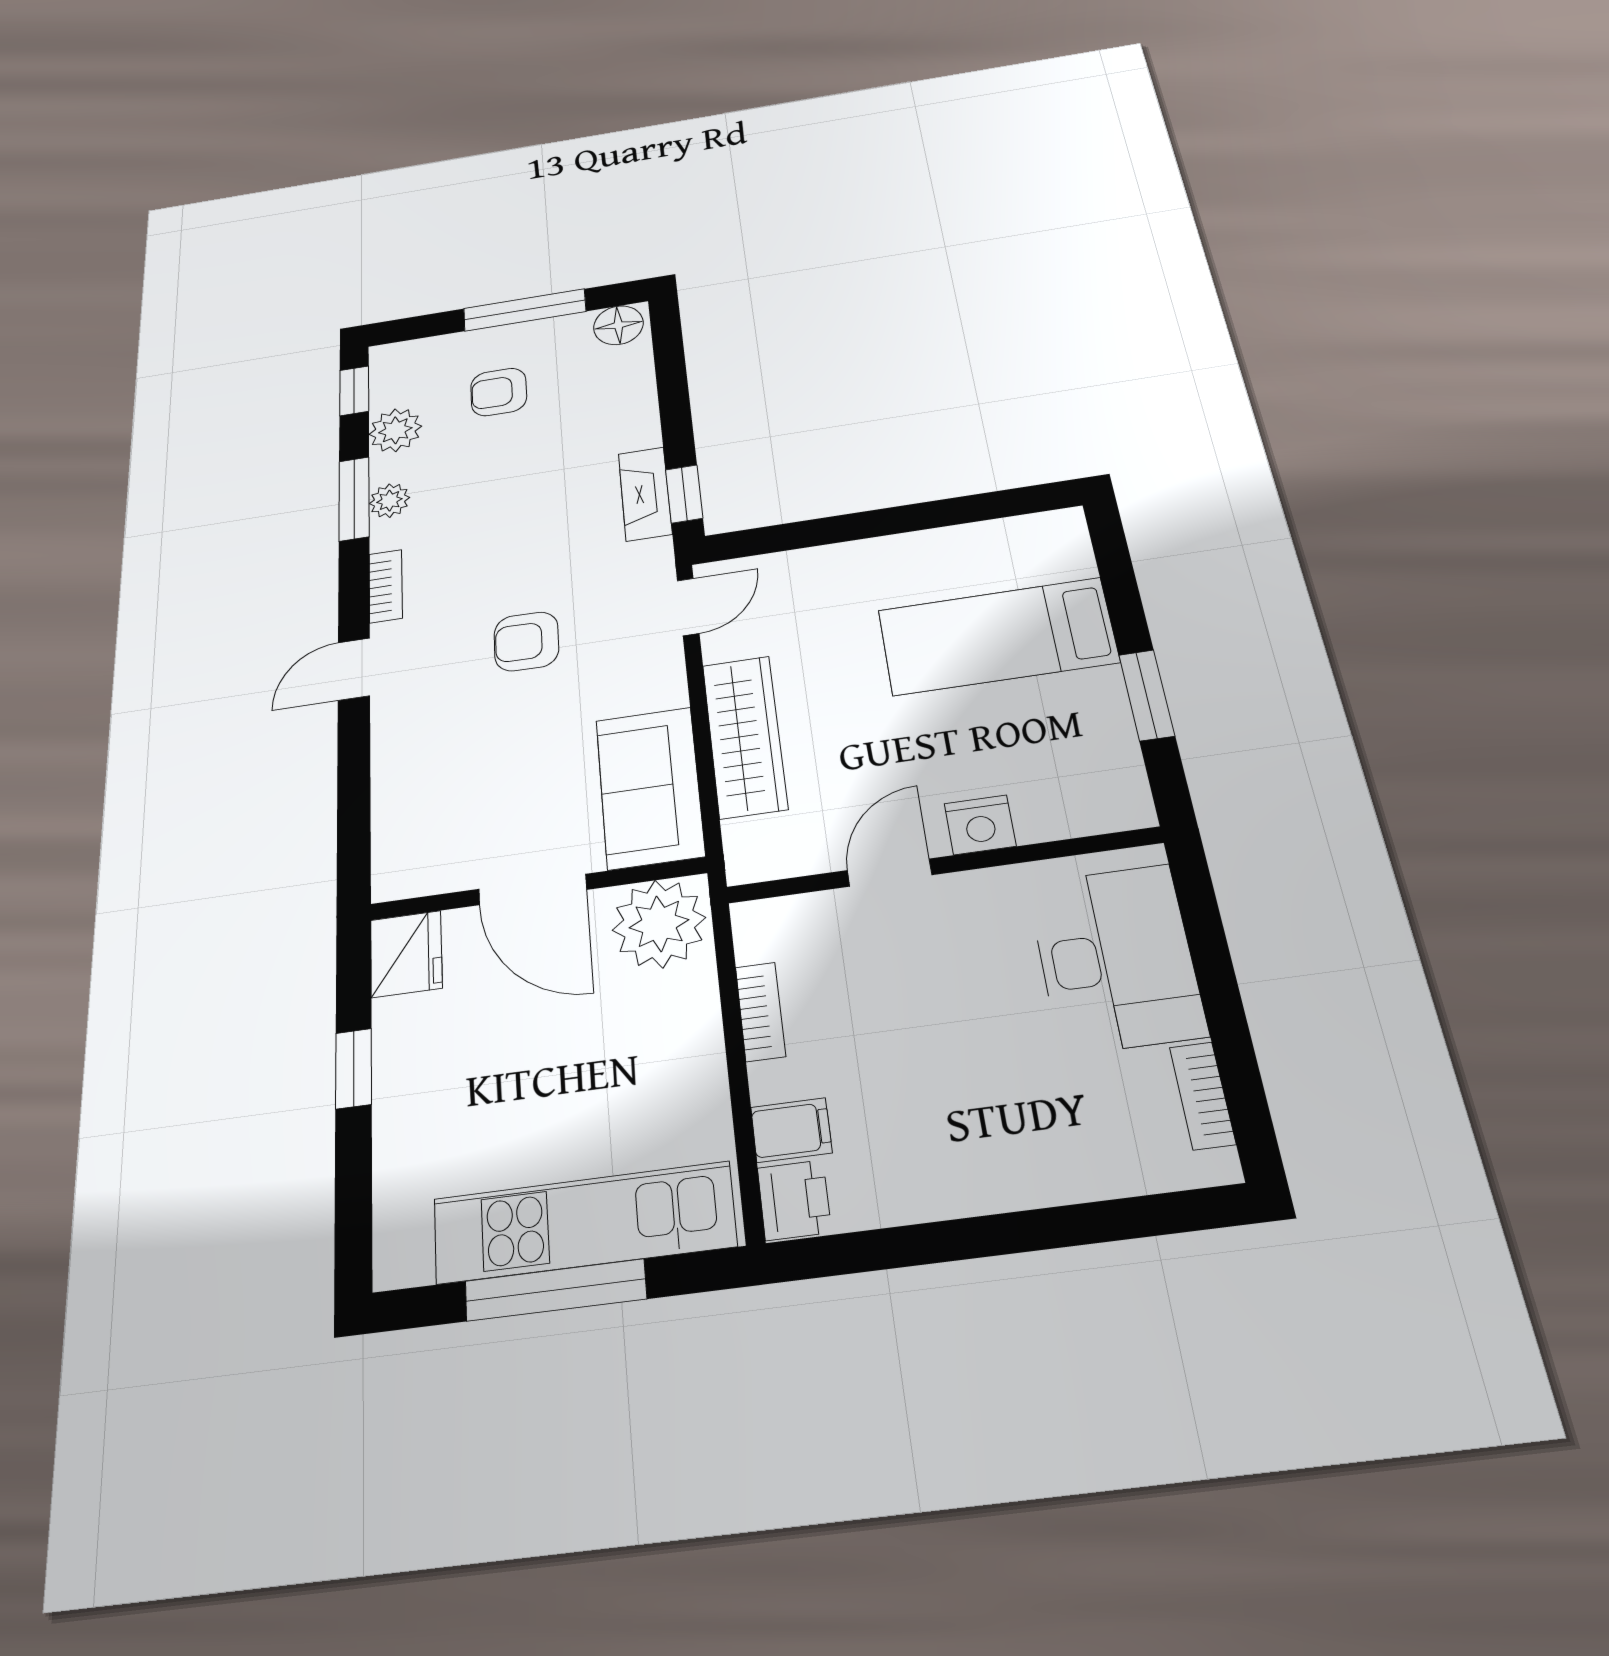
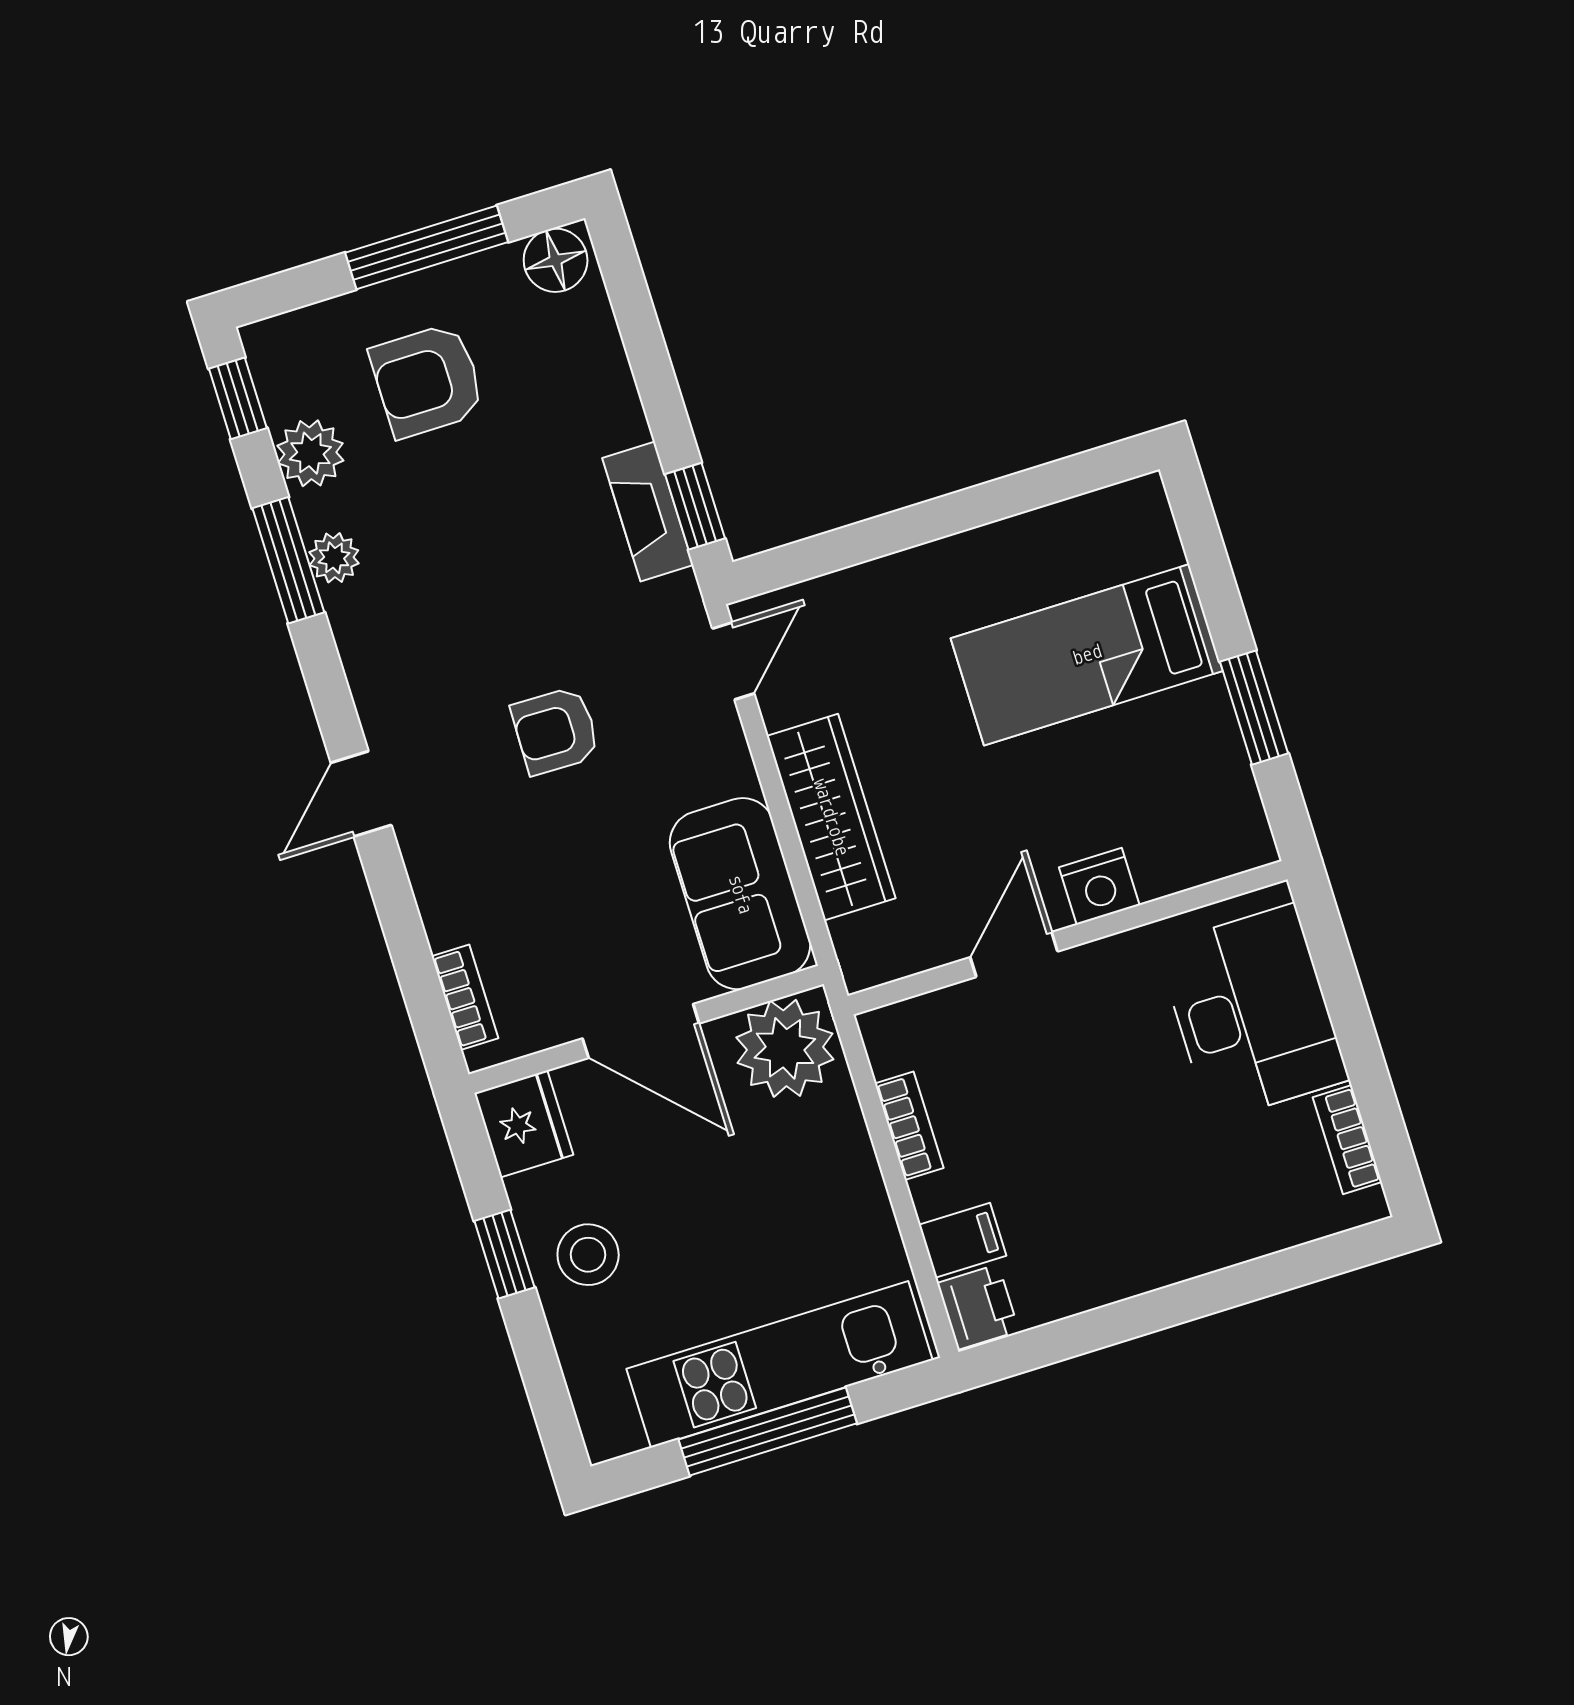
armchair: (499, 392) -> (427, 381), width x1.38, depth x1.38
bookcase: (386, 586) -> (465, 997), moved
stool: (429, 1082) -> (588, 1255), added

